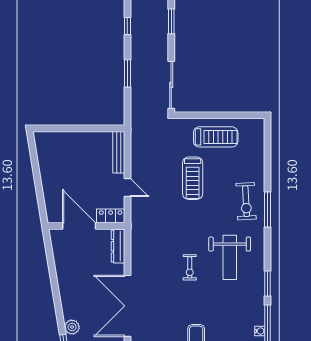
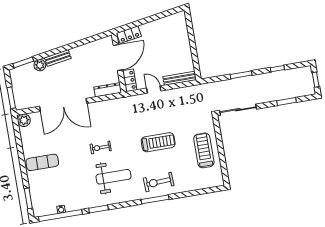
treadmill: (216, 137) -> (204, 150), turned 180
treadmill: (193, 178) -> (158, 142), moved, turned 180
door: (127, 187) -> (154, 90), swing flipped
locker: (52, 207) -> (129, 35), added
weight bench: (230, 257) -> (113, 177), turned 180
bench: (67, 303) -> (58, 58), added
double door: (127, 306) -> (63, 105), swing flipped

